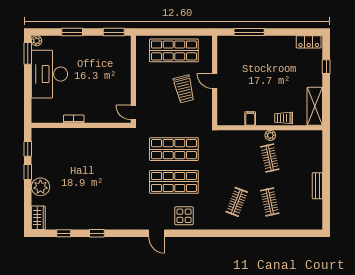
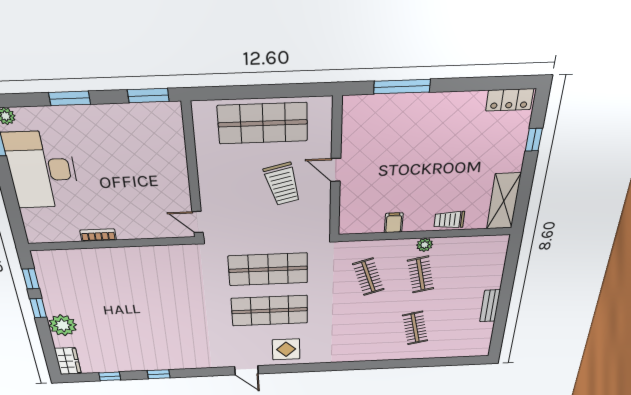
clothes rail: (237, 202) -> (368, 277), moved, turned -39

